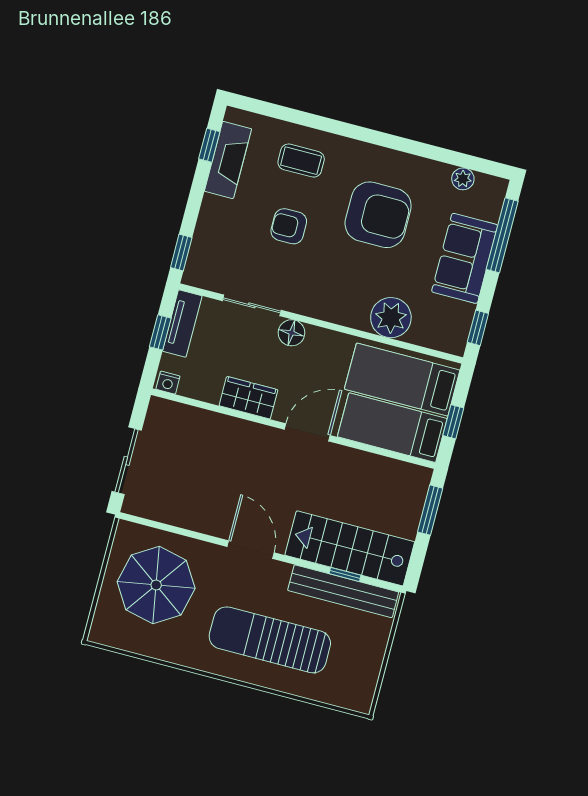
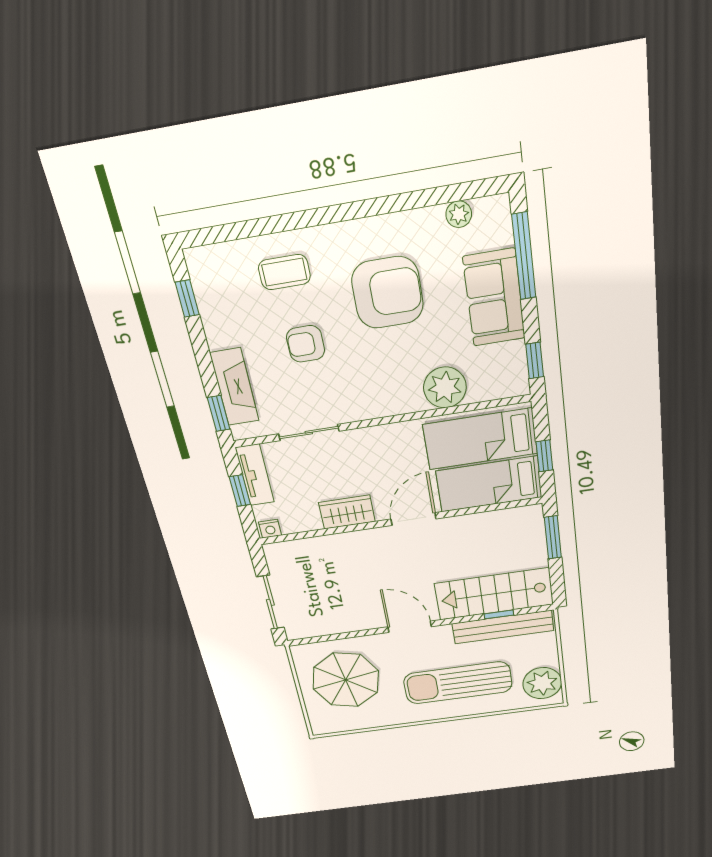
fireplace: (228, 160) -> (235, 387), moved
floor lamp: (291, 333) -> (358, 441), removed
plant: (357, 679) -> (542, 683), added

